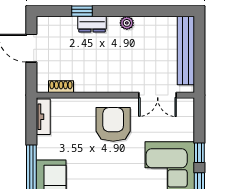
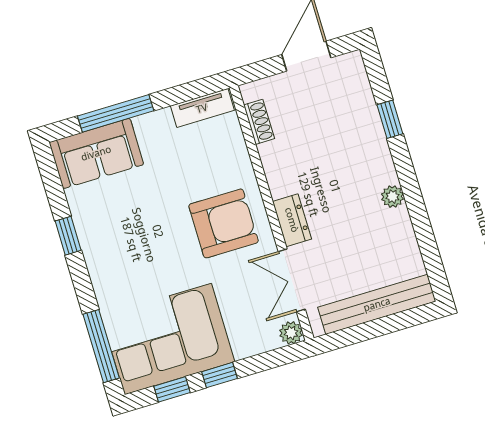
dresser: (92, 24) -> (292, 220), moved, turned 180
plant: (187, 105) -> (291, 333), added

